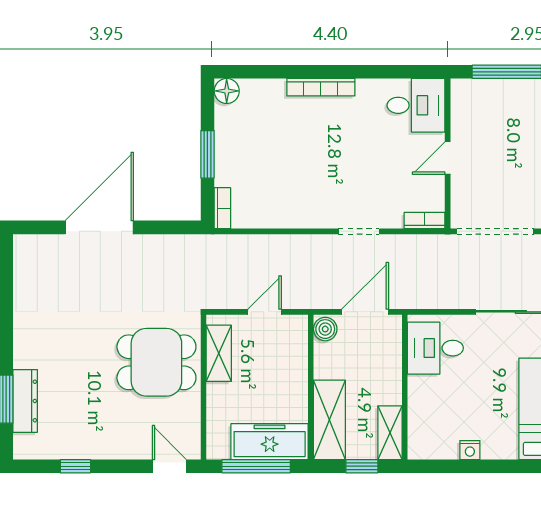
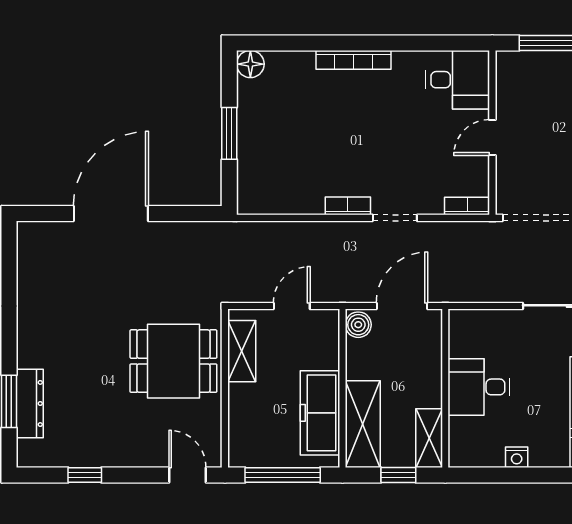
bookcase: (222, 208) -> (348, 206), moved, turned -90
desk: (435, 348) -> (479, 387), moved
freezer: (270, 442) -> (320, 413), moved, turned -90

